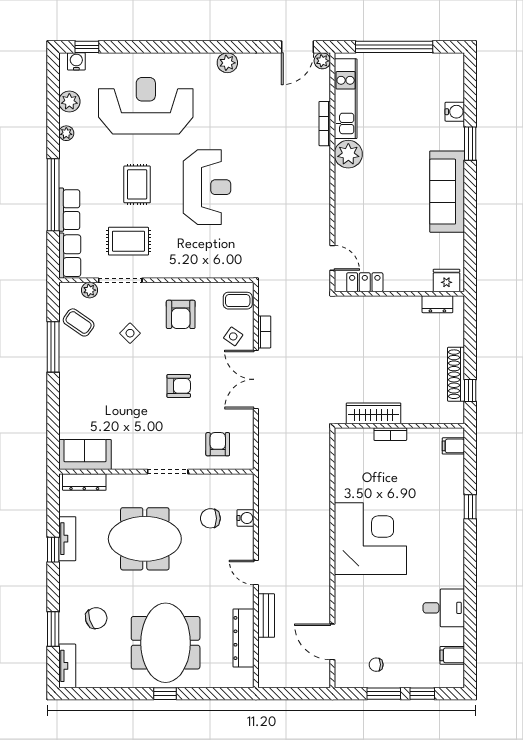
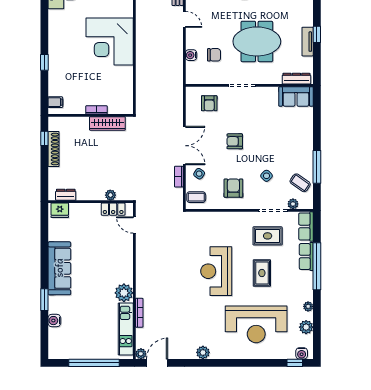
plant: (369, 304) -> (110, 195), added

